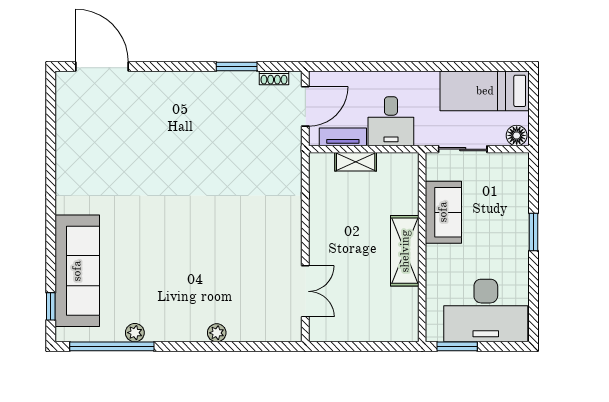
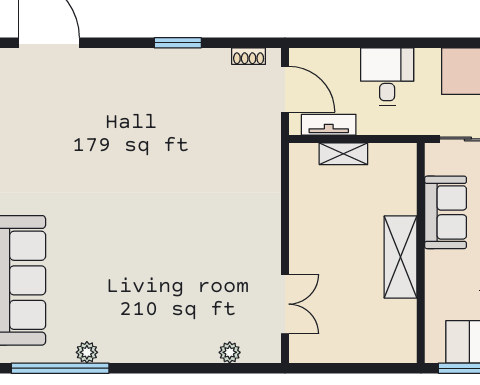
window: (237, 66) -> (178, 43), moved
door: (305, 106) -> (285, 89), hinge flipped
desk: (391, 121) -> (387, 77), moved, turned 180
plant: (217, 333) -> (230, 352), moved

